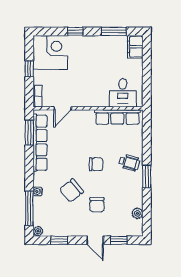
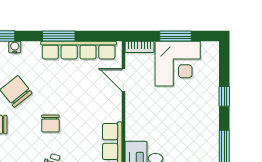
corner desk: (50, 52) -> (178, 64), moved
window: (29, 69) -> (176, 36), width x1.50
window: (29, 133) -> (59, 36), moved

